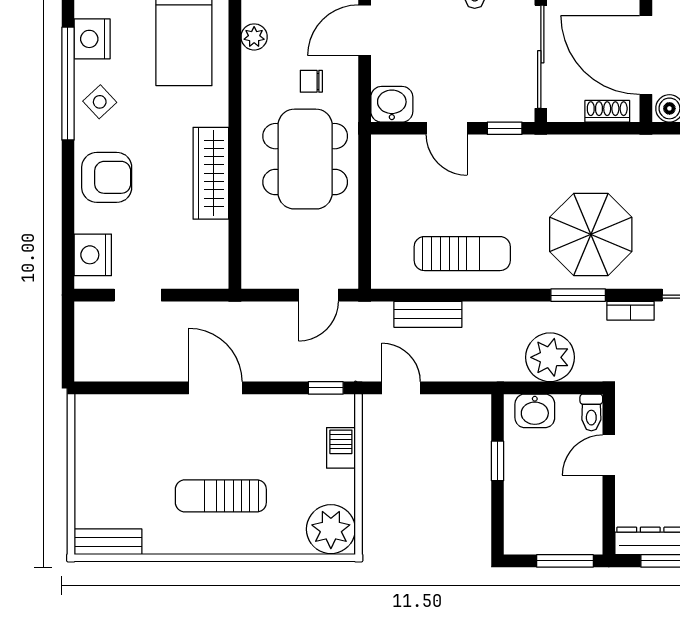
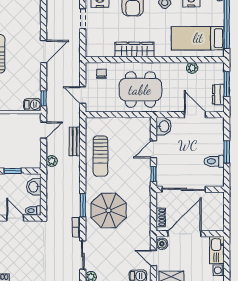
chair: (311, 81) -> (101, 74), moved
plant: (550, 357) -> (52, 161), moved, width x0.53, depth x0.53
barbecue: (341, 448) -> (32, 105), moved

